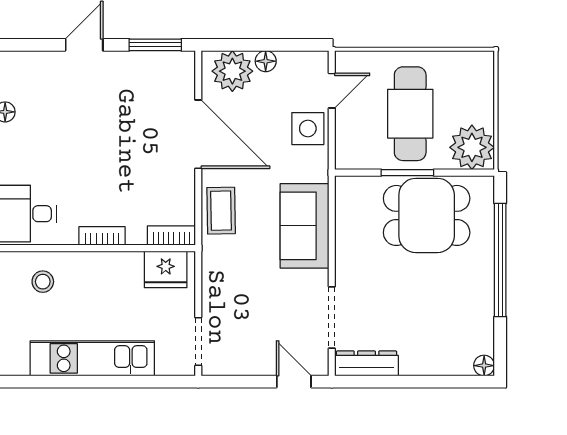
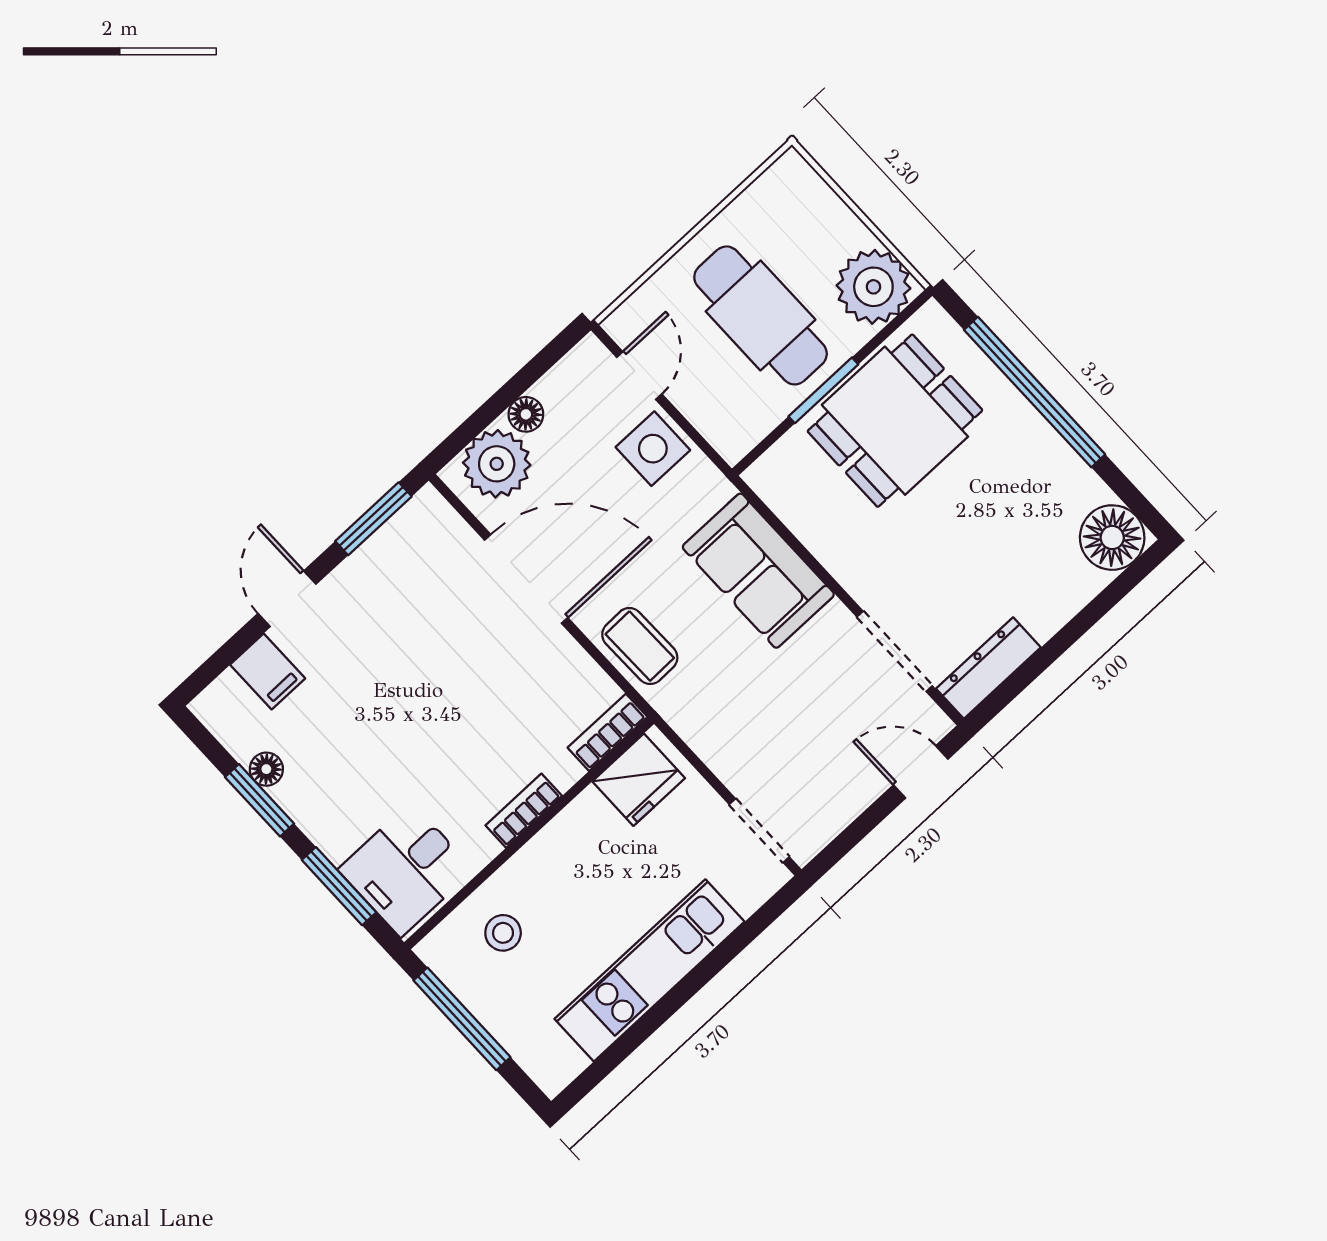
filing cabinet: (46, 69) -> (268, 672), added
floor lamp: (484, 366) -> (1112, 538), width x1.89, depth x1.89

